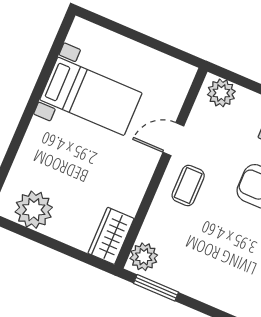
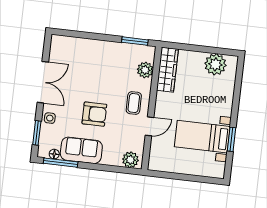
window: (44, 78) -> (232, 139), added
wardrobe: (111, 236) -> (167, 70), width x1.50
plant: (144, 257) -> (145, 70), moved

